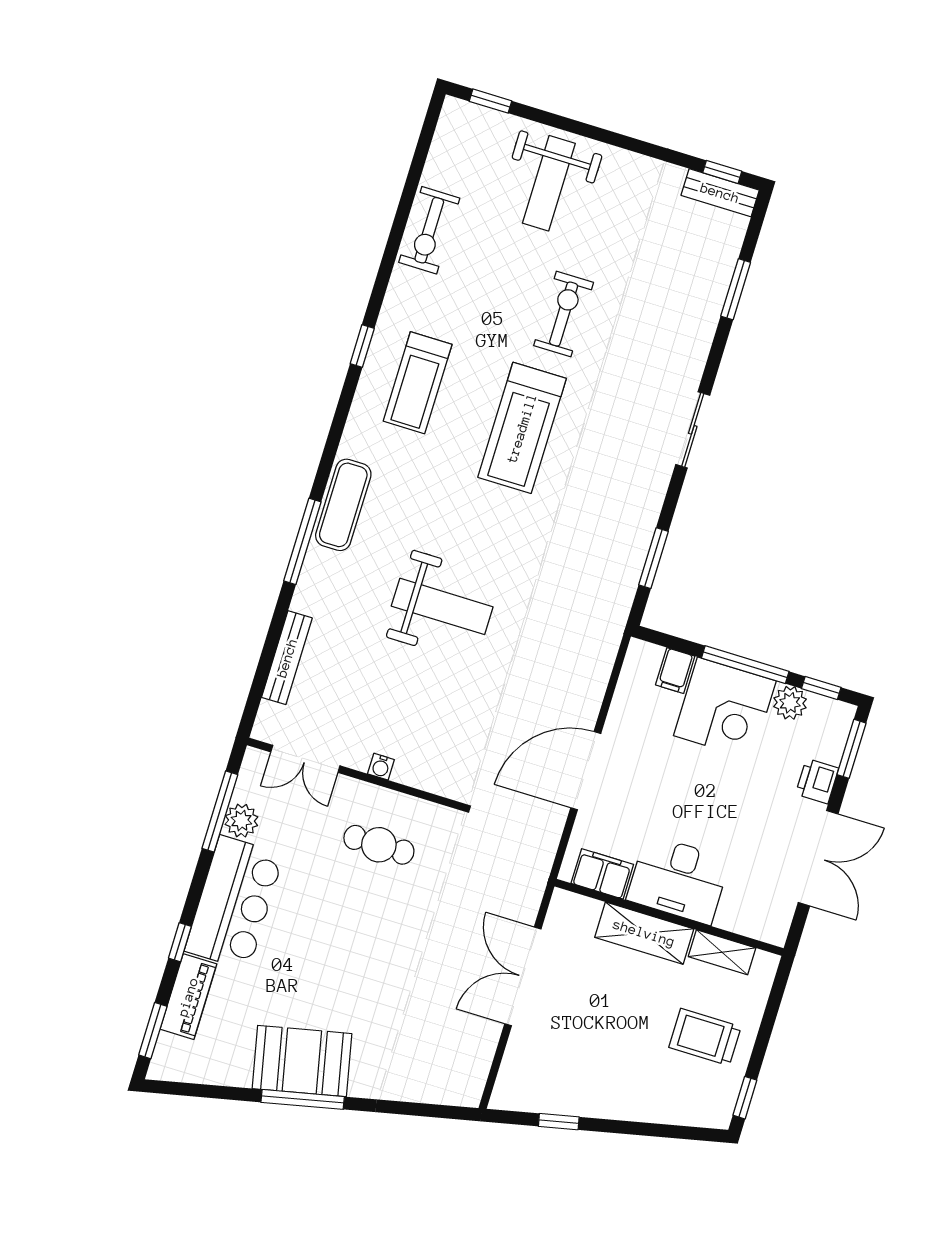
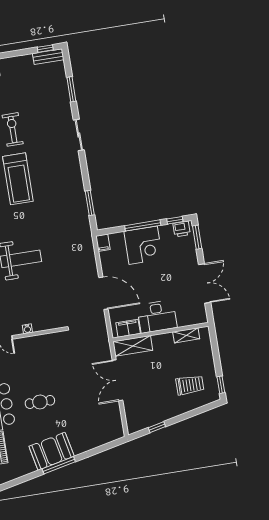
sliding door: (693, 430) -> (79, 135), moved
filing cabinet: (675, 671) -> (103, 243), moved
plant: (790, 703) -> (166, 231), removed
door: (586, 771) -> (103, 293), swing flipped
printer: (817, 781) -> (182, 229), moved, turned -90
cafe table: (379, 845) -> (40, 402), moved
shelving: (644, 933) -> (133, 346), moved
trolley: (705, 1037) -> (190, 385), moved, turned 180

